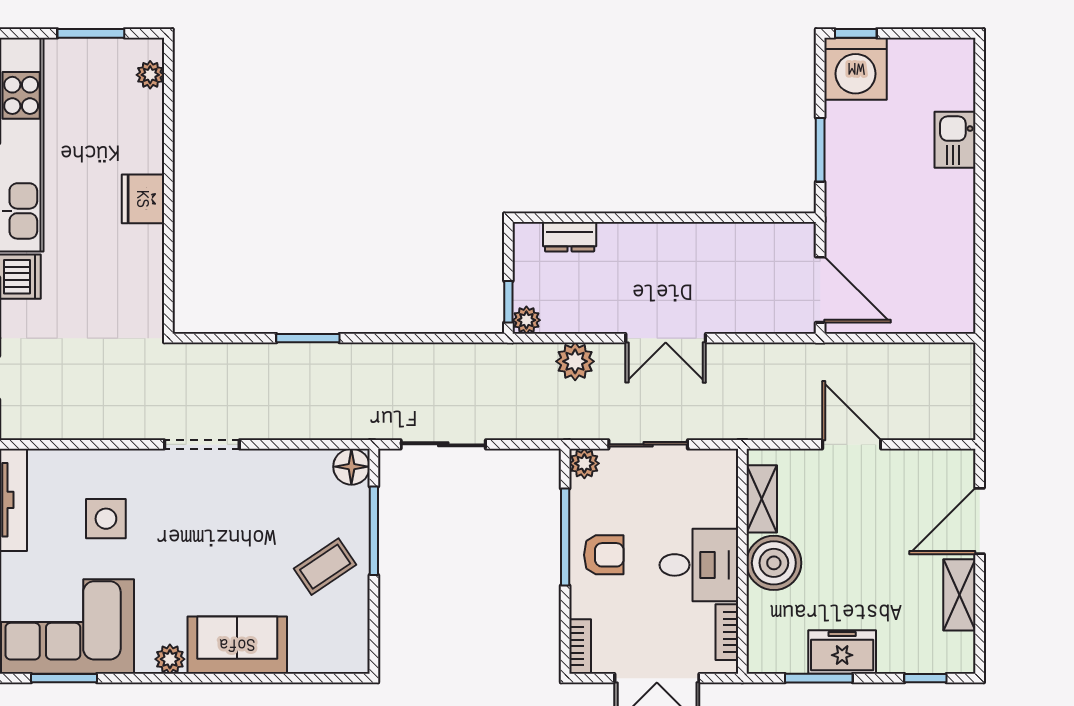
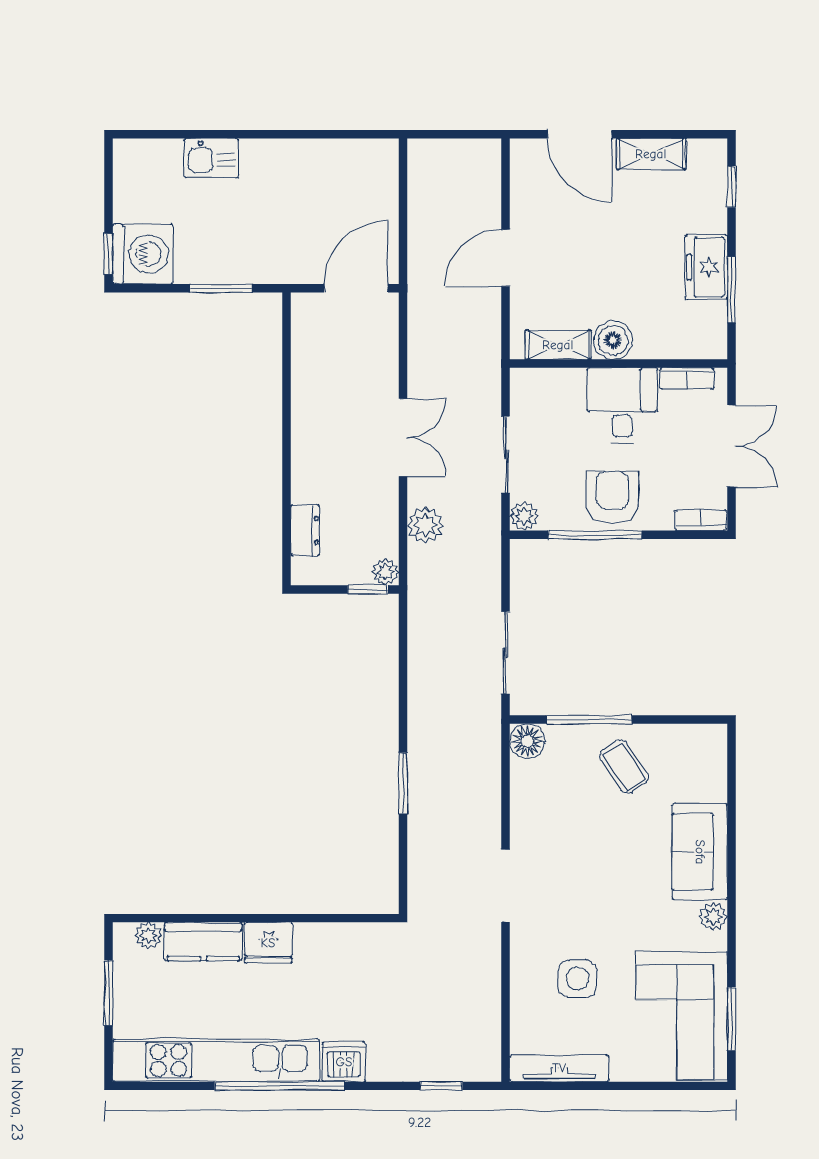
kitchen counter: (144, 131) -> (203, 942), added
armchair: (604, 555) -> (612, 497), width x1.38, depth x1.38
boiler: (774, 563) -> (613, 340), width x0.73, depth x0.73

